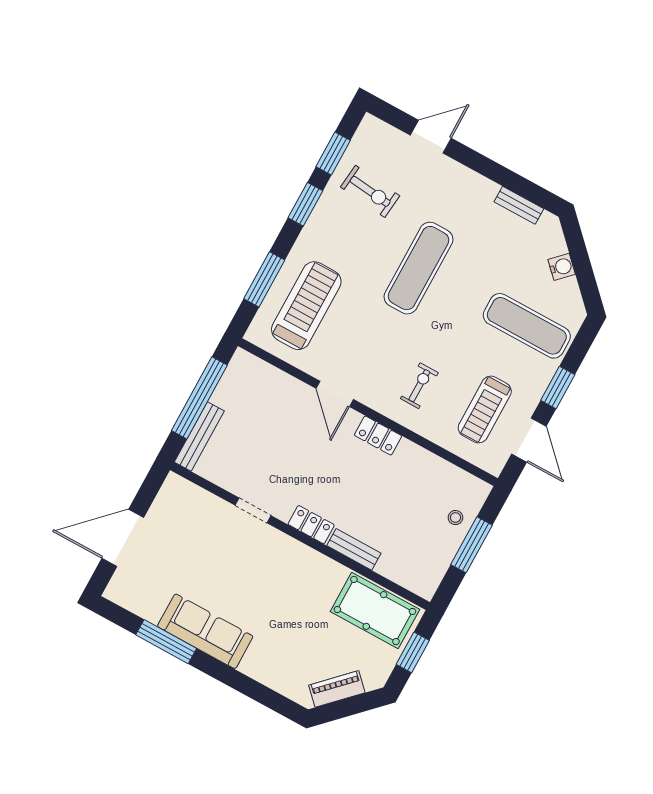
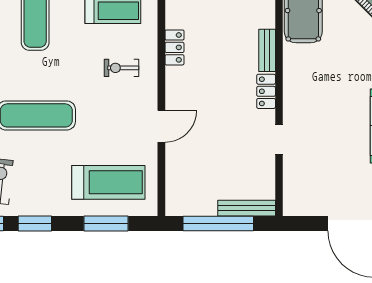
treadmill: (306, 306) -> (108, 182), turned 180
locker: (378, 436) -> (174, 47), moved

